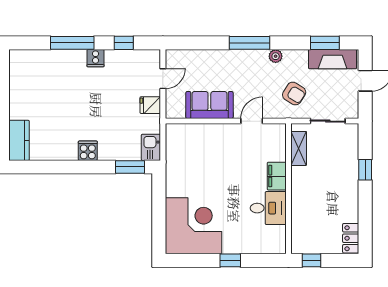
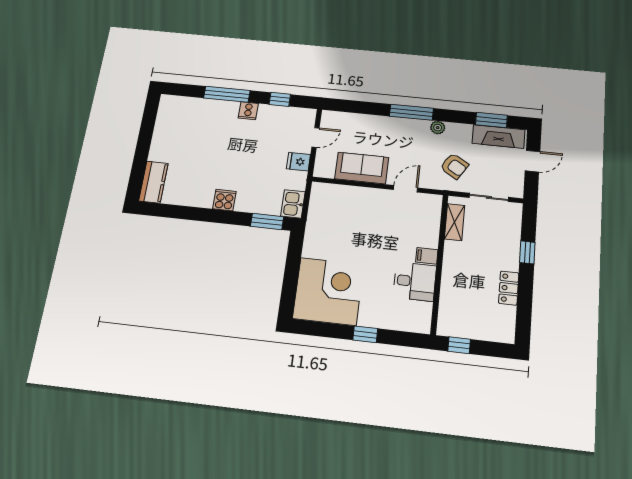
filing cabinet: (277, 176) -> (427, 256), width x0.50
locker: (351, 238) -> (509, 288), moved

